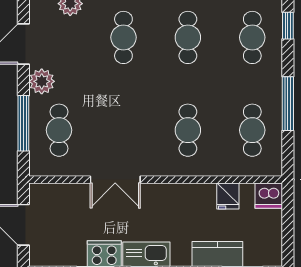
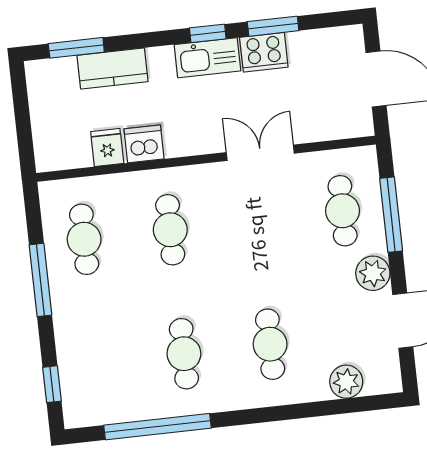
cafe table: (252, 37) -> (98, 363), removed
dishwasher: (269, 196) -> (144, 144), moved

